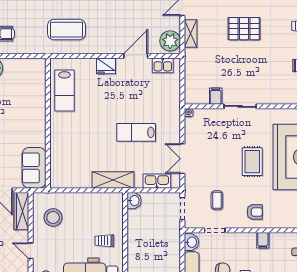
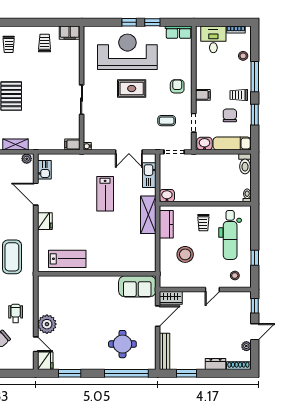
plant: (170, 41) -> (27, 159), width x0.53, depth x0.53
filing cabinet: (216, 96) -> (72, 145), moved
kitchen counter: (103, 200) -> (166, 224), added
wardrobe: (21, 211) -> (171, 298), width x0.67
stool: (53, 217) -> (185, 254), moved
filing cabinet: (263, 240) -> (203, 95), moved

